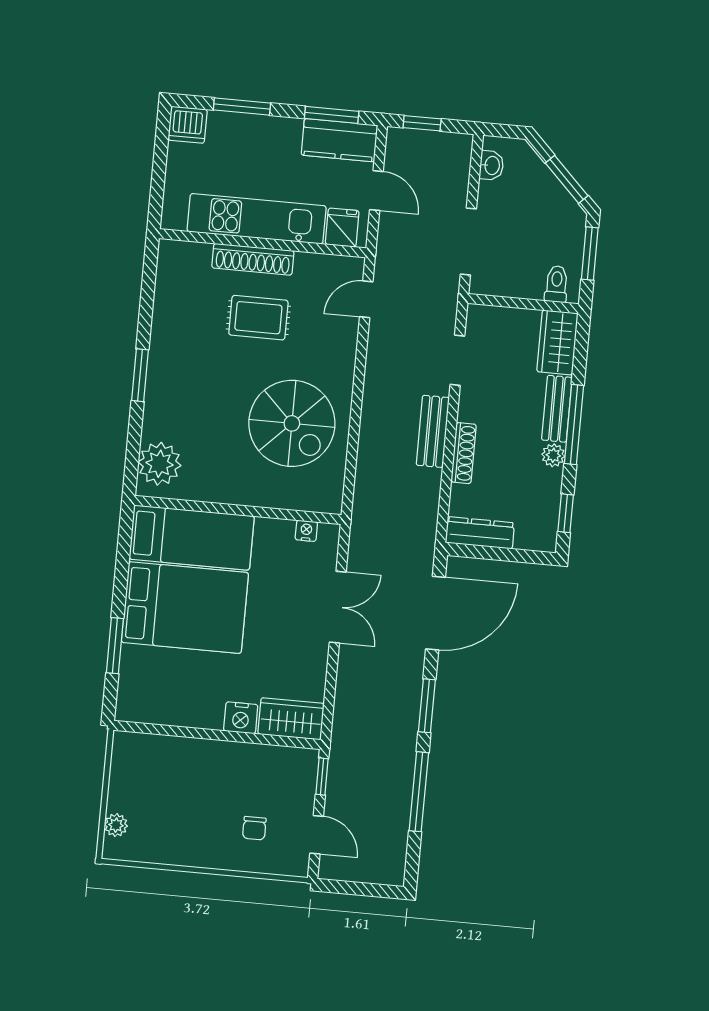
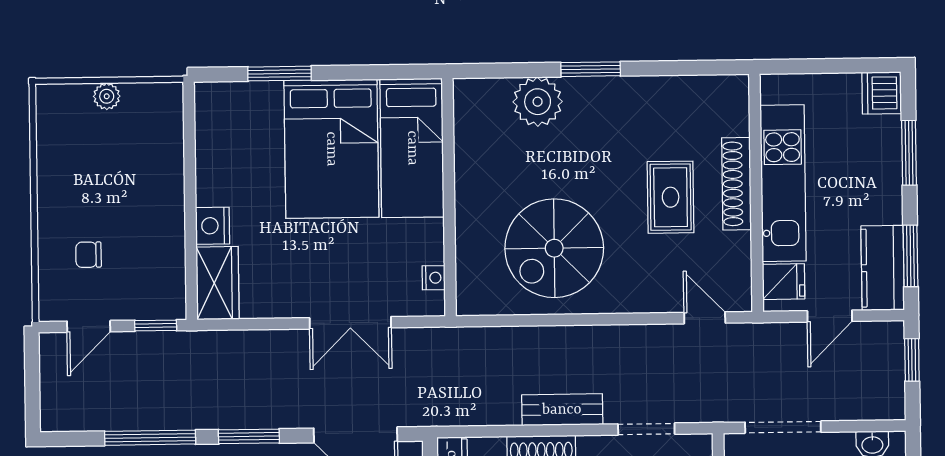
plant: (159, 464) -> (538, 102), moved
plant: (116, 825) -> (107, 96), moved

